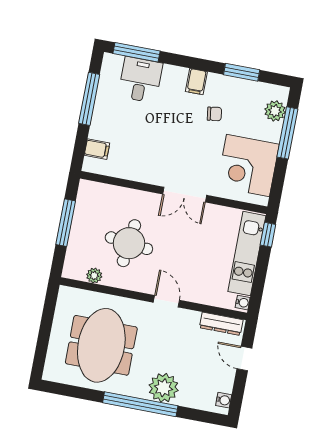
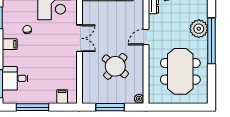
round table: (129, 243) -> (115, 66), turned 33
plant: (94, 276) -> (139, 99), moved
meeting table: (101, 345) -> (180, 71), turned 90

